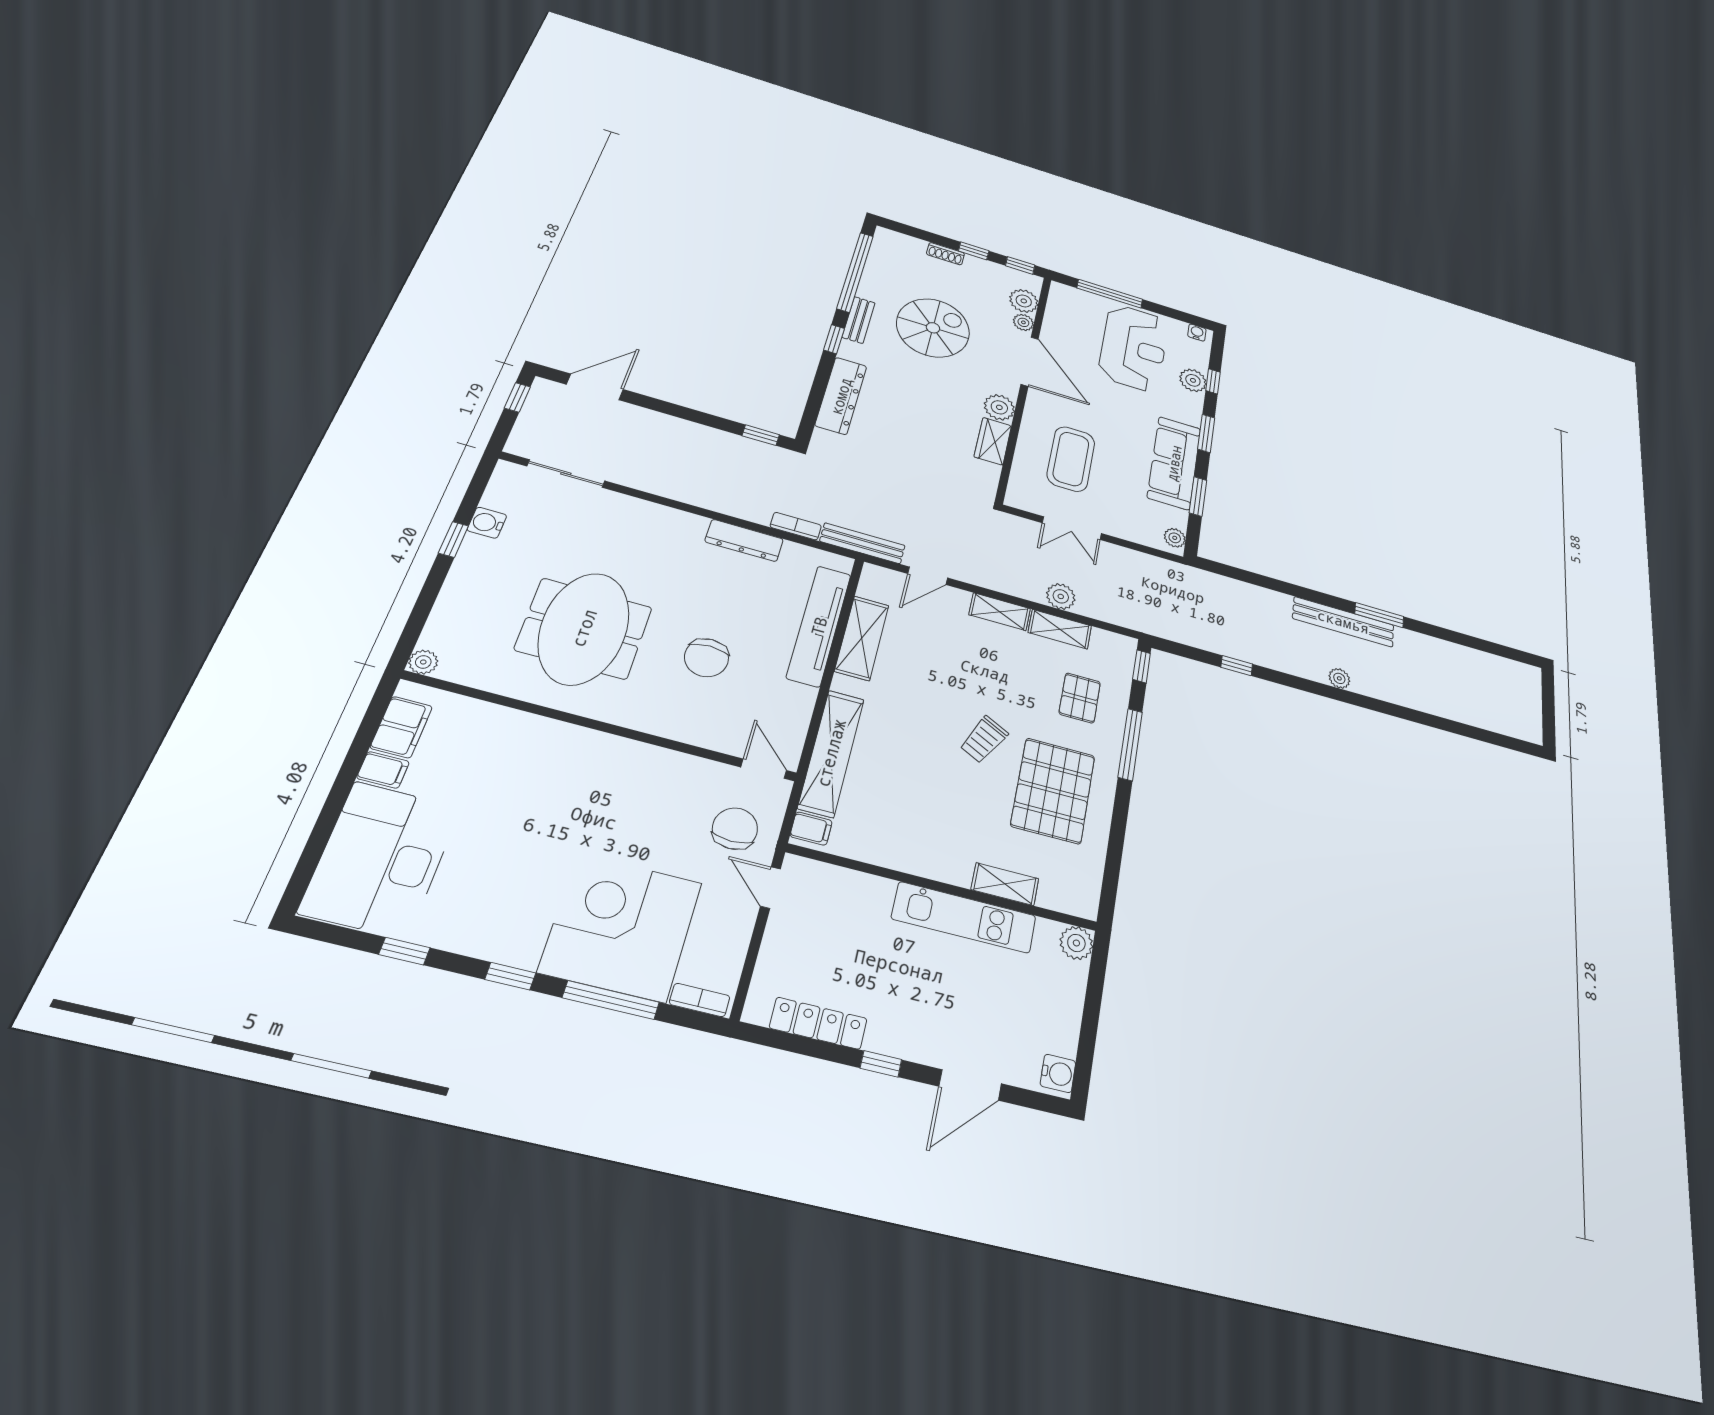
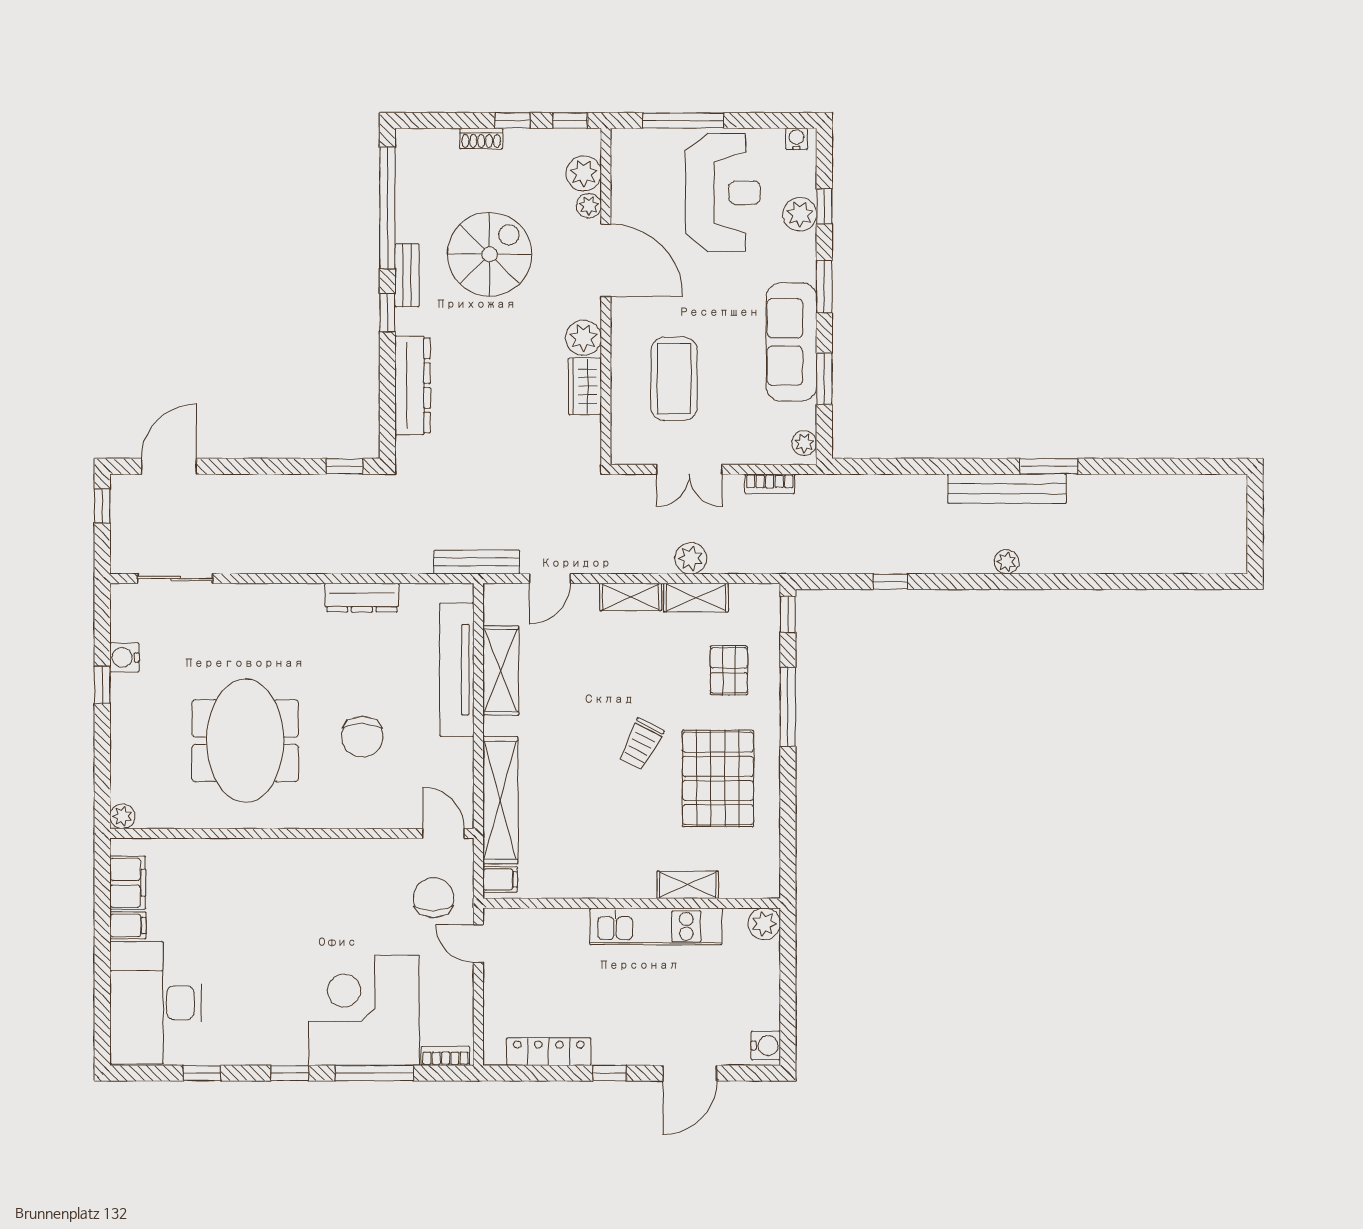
bookcase: (796, 526) -> (770, 484), moved, turned 180

